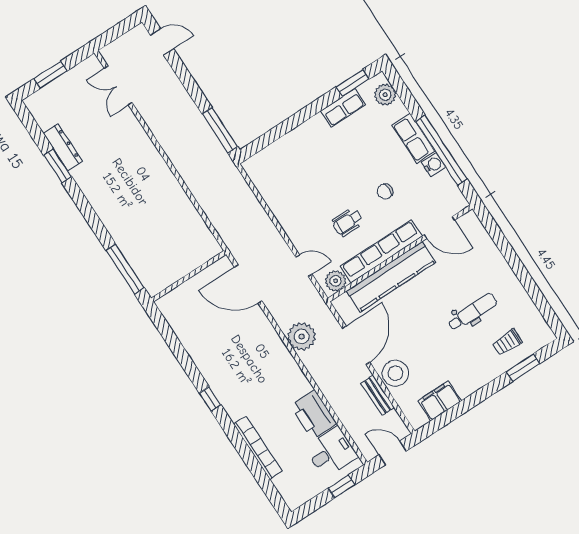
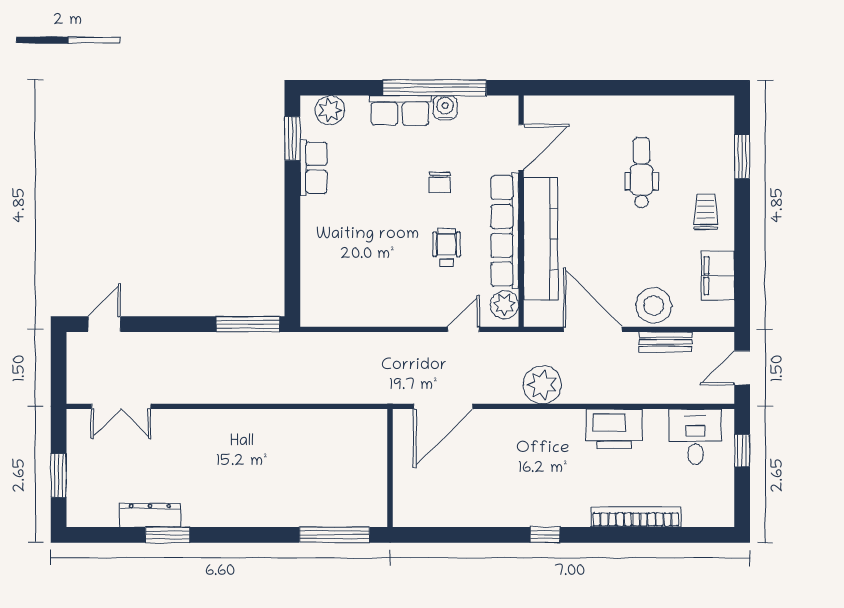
wheelchair: (348, 222) -> (447, 247), turned 180
trolley: (507, 342) -> (706, 212), moved, turned 180
printer: (314, 414) -> (614, 429), moved

